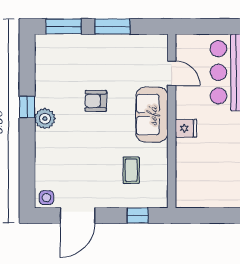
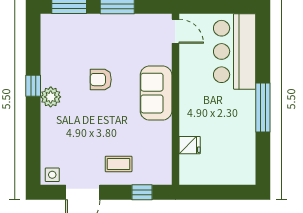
door: (172, 73) -> (175, 31), moved
fridge: (186, 128) -> (190, 145), moved
coffee table: (131, 170) -> (119, 164), moved, turned 90

